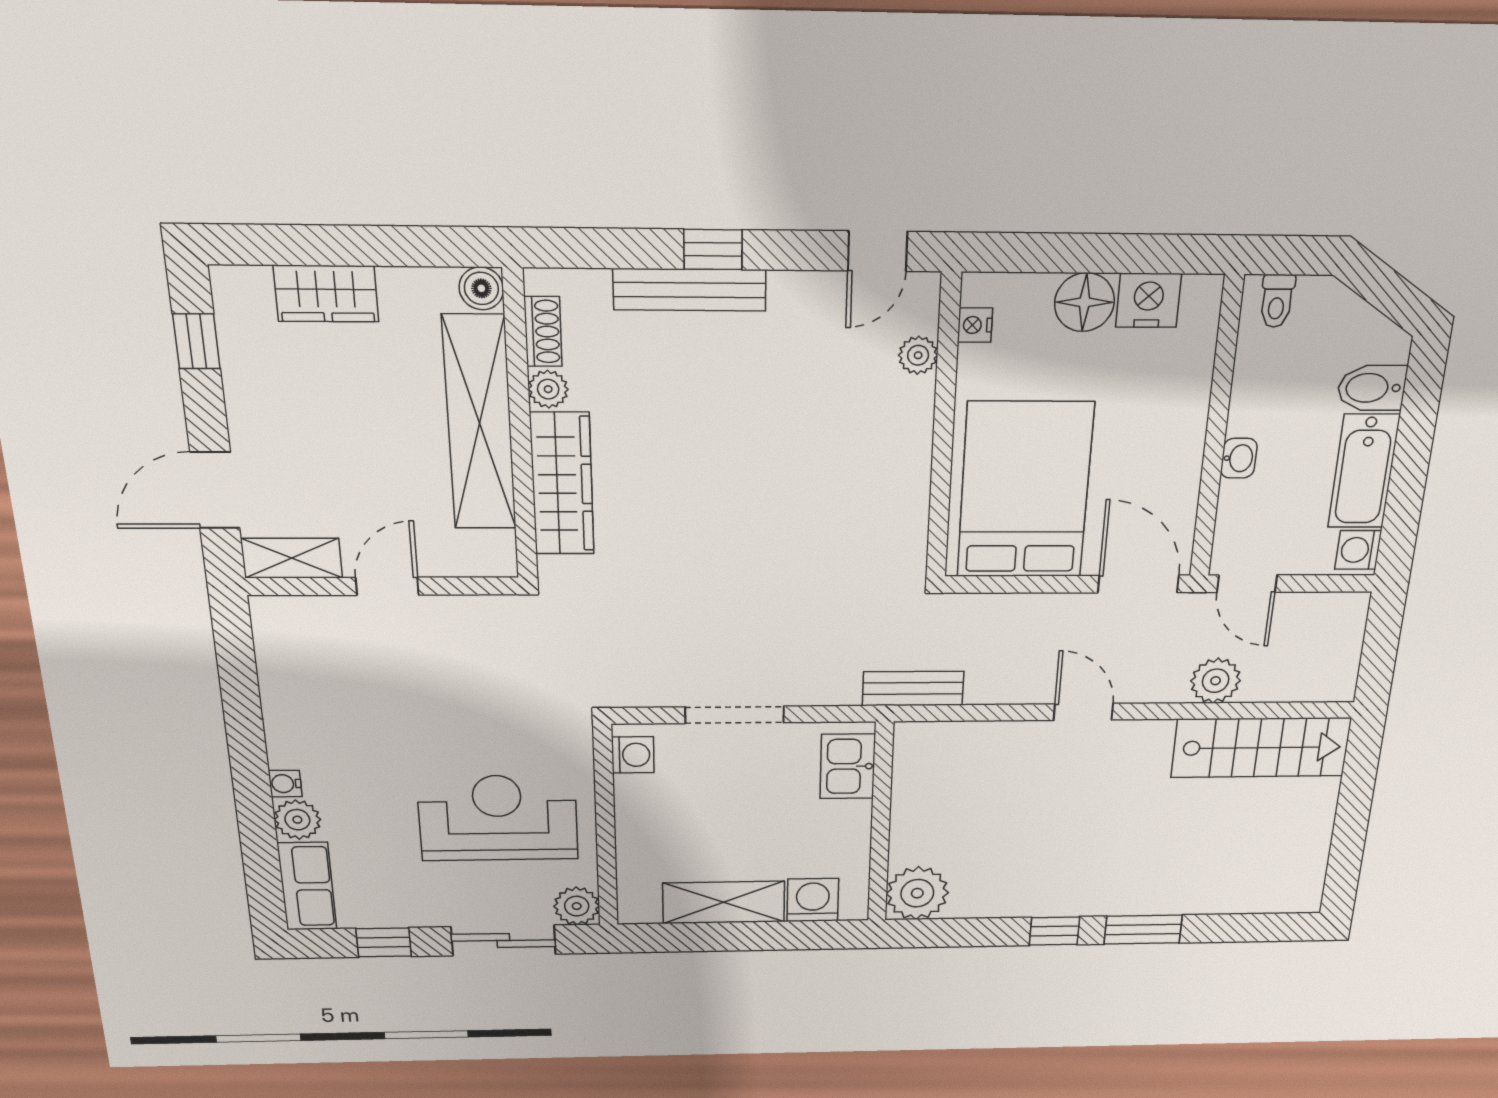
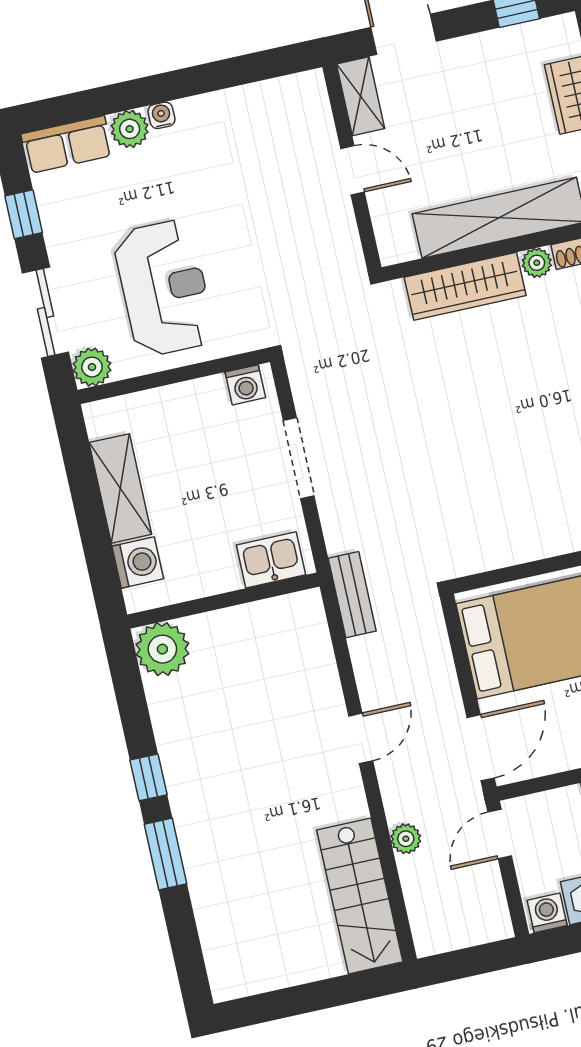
plant: (1216, 681) -> (406, 839), width x0.73, depth x0.73

